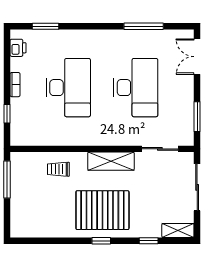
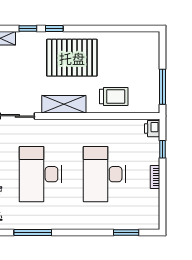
printer: (18, 48) -> (152, 129), moved
trolley: (58, 169) -> (114, 97), width x1.36, depth x1.39
window: (101, 241) -> (54, 29), moved

